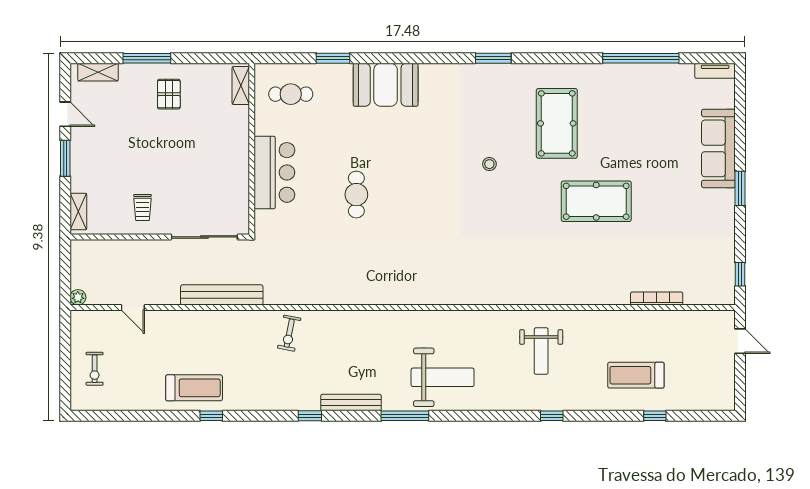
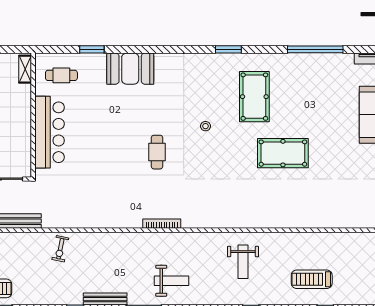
window: (493, 58) -> (228, 49), moved
bar counter: (274, 172) -> (50, 132), width x1.36
cafe table: (356, 195) -> (157, 152), moved
bookcase: (657, 298) -> (162, 224), moved
weight bench: (443, 377) -> (171, 281), width x0.73, depth x0.75

